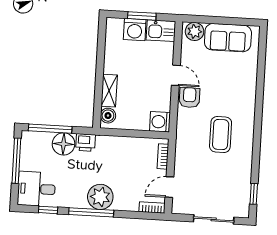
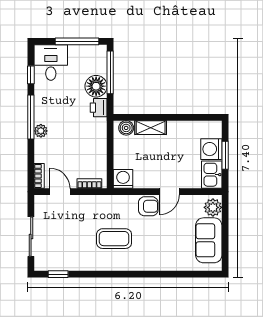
plant: (100, 197) -> (41, 131), width x0.53, depth x0.53

